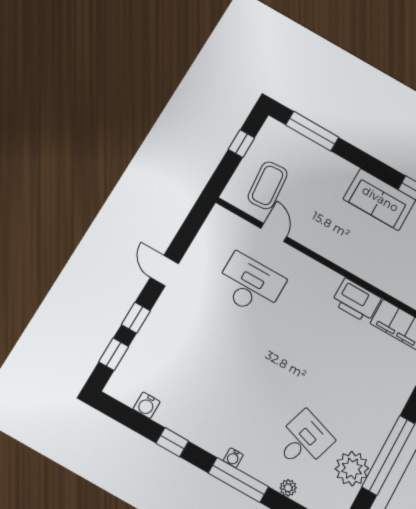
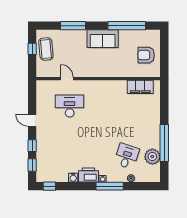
window: (312, 131) -> (73, 26), moved
coffee table: (268, 185) -> (46, 49), moved
printer: (356, 301) -> (88, 175), moved, turned 180
water cooler: (147, 405) -> (73, 178), moved
window: (172, 442) -> (49, 186), moved

